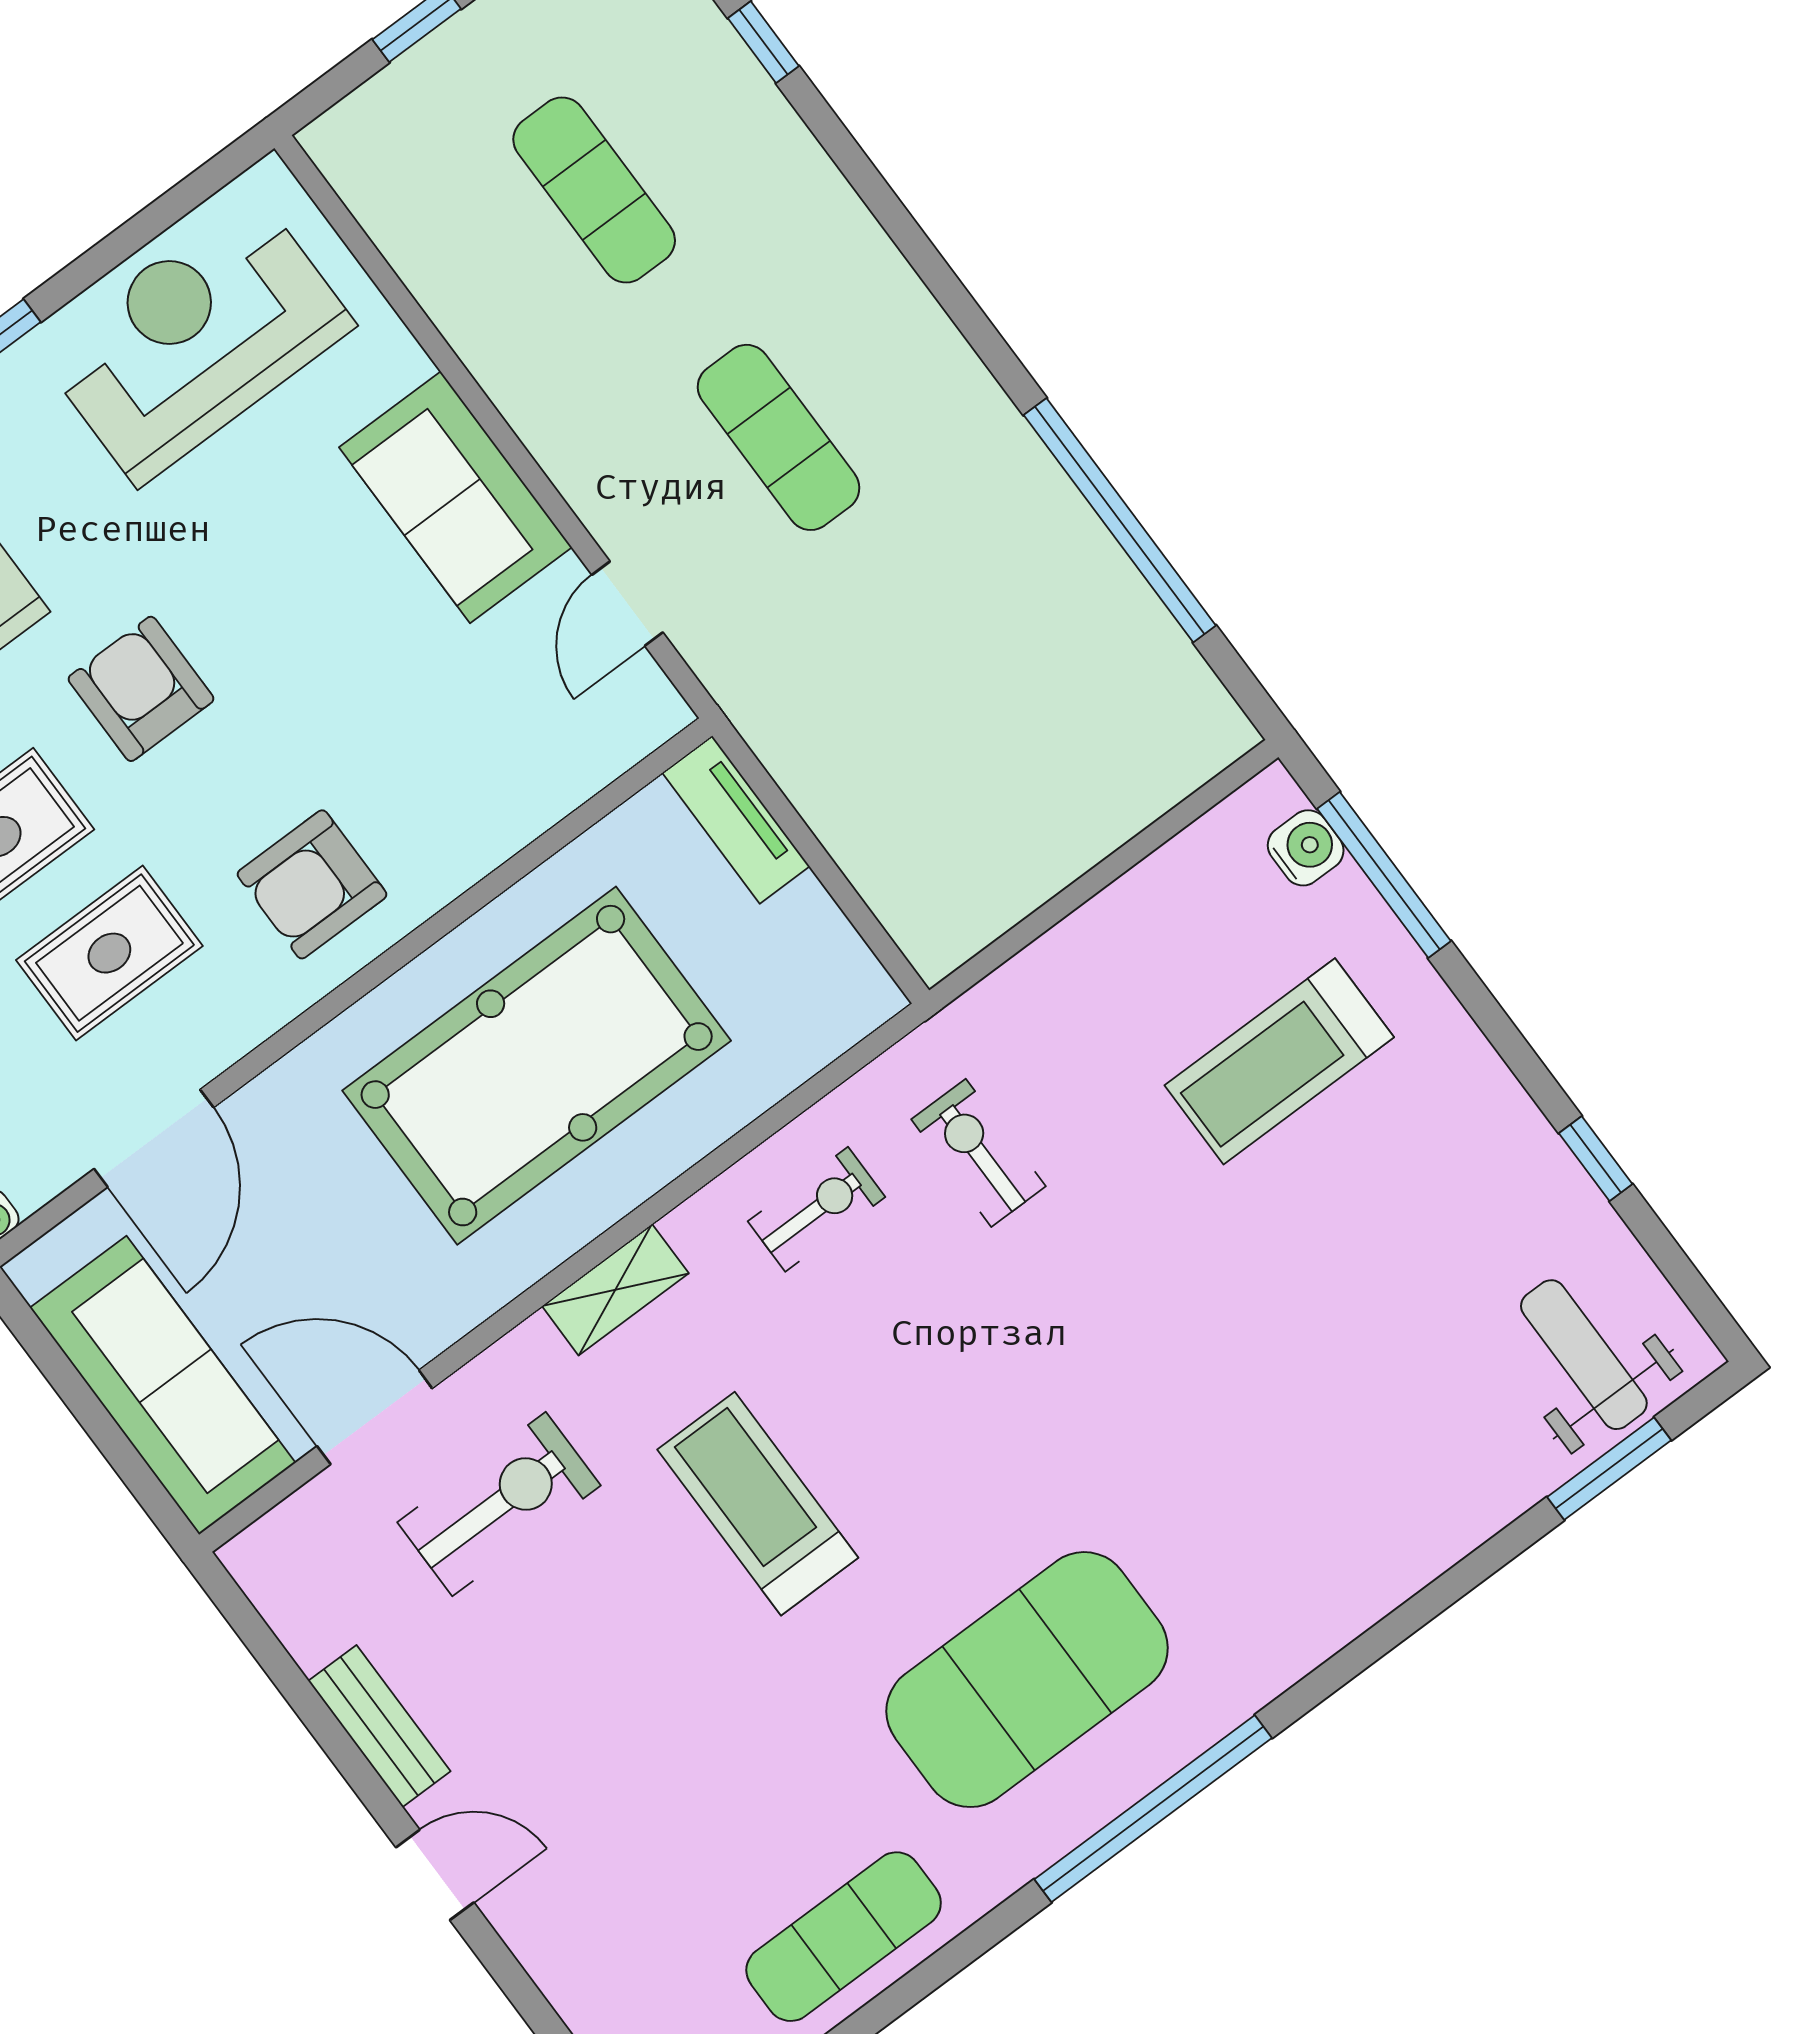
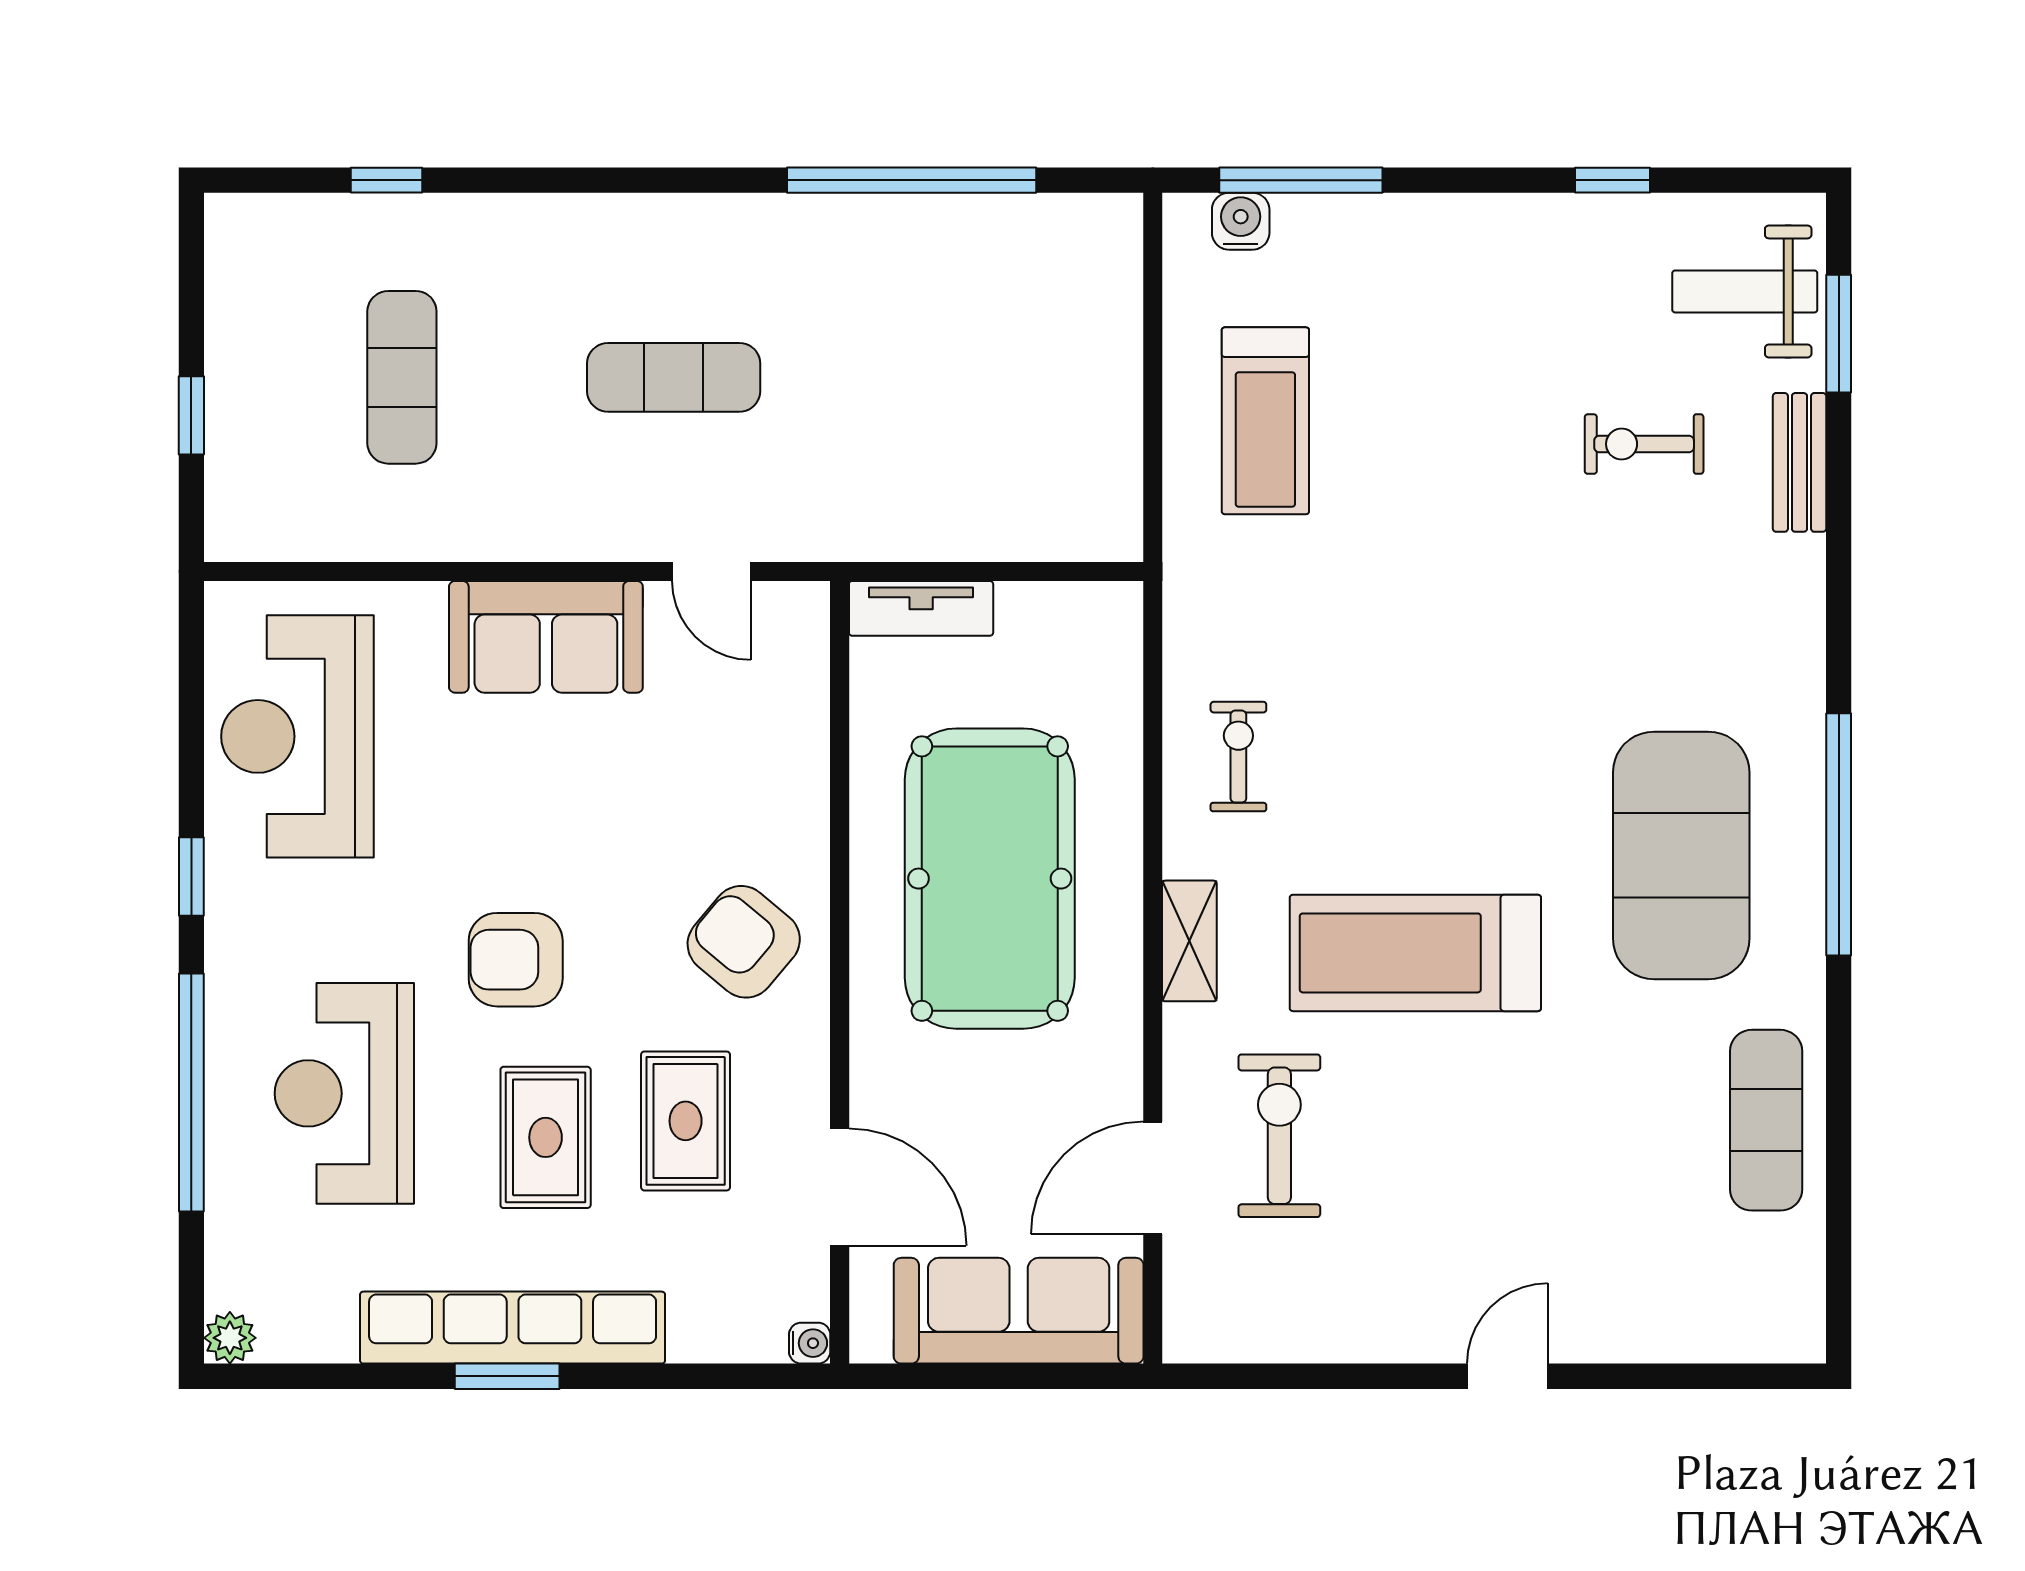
exercise mat: (594, 190) -> (402, 377), turned 90
armchair: (312, 884) -> (744, 942), turned 130
treadmill: (1279, 1061) -> (1265, 421), moved
exercise bike: (979, 1153) -> (1644, 444), moved
treadmill: (758, 1504) -> (1415, 953), width x1.37, depth x1.38
bench: (379, 1726) -> (1799, 462), moved, turned 90

